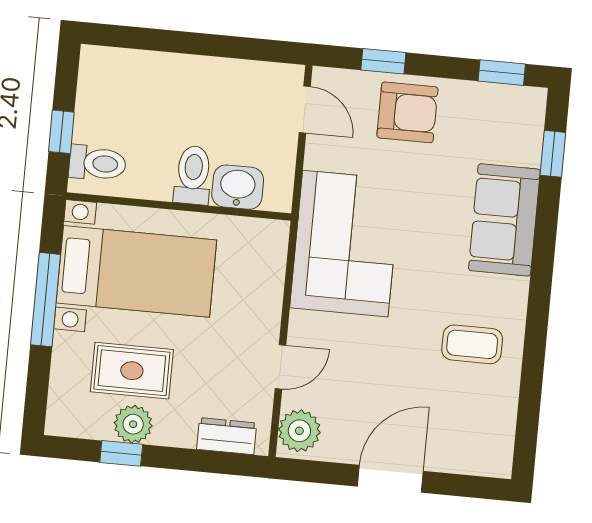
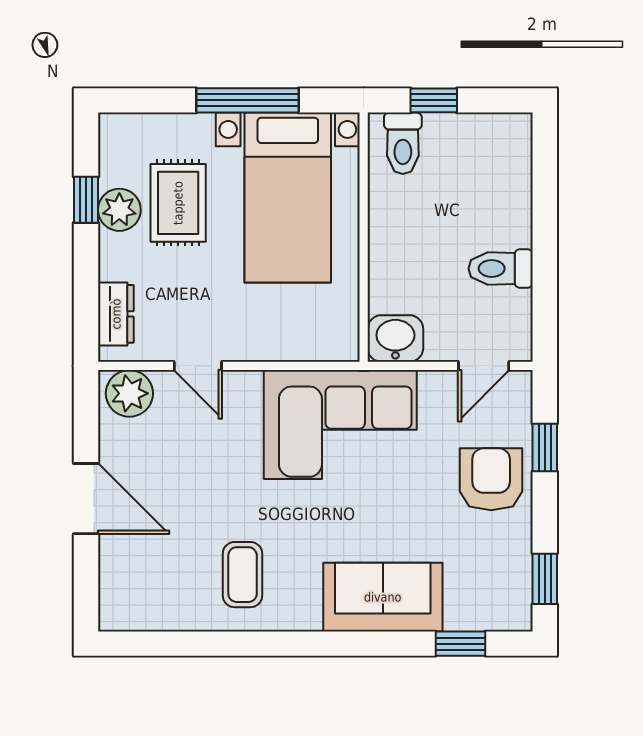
armchair: (407, 112) -> (491, 479), turned 180
toilet: (193, 175) -> (501, 269), moved, turned 180
washbasin: (238, 187) -> (395, 339), moved, turned -90

